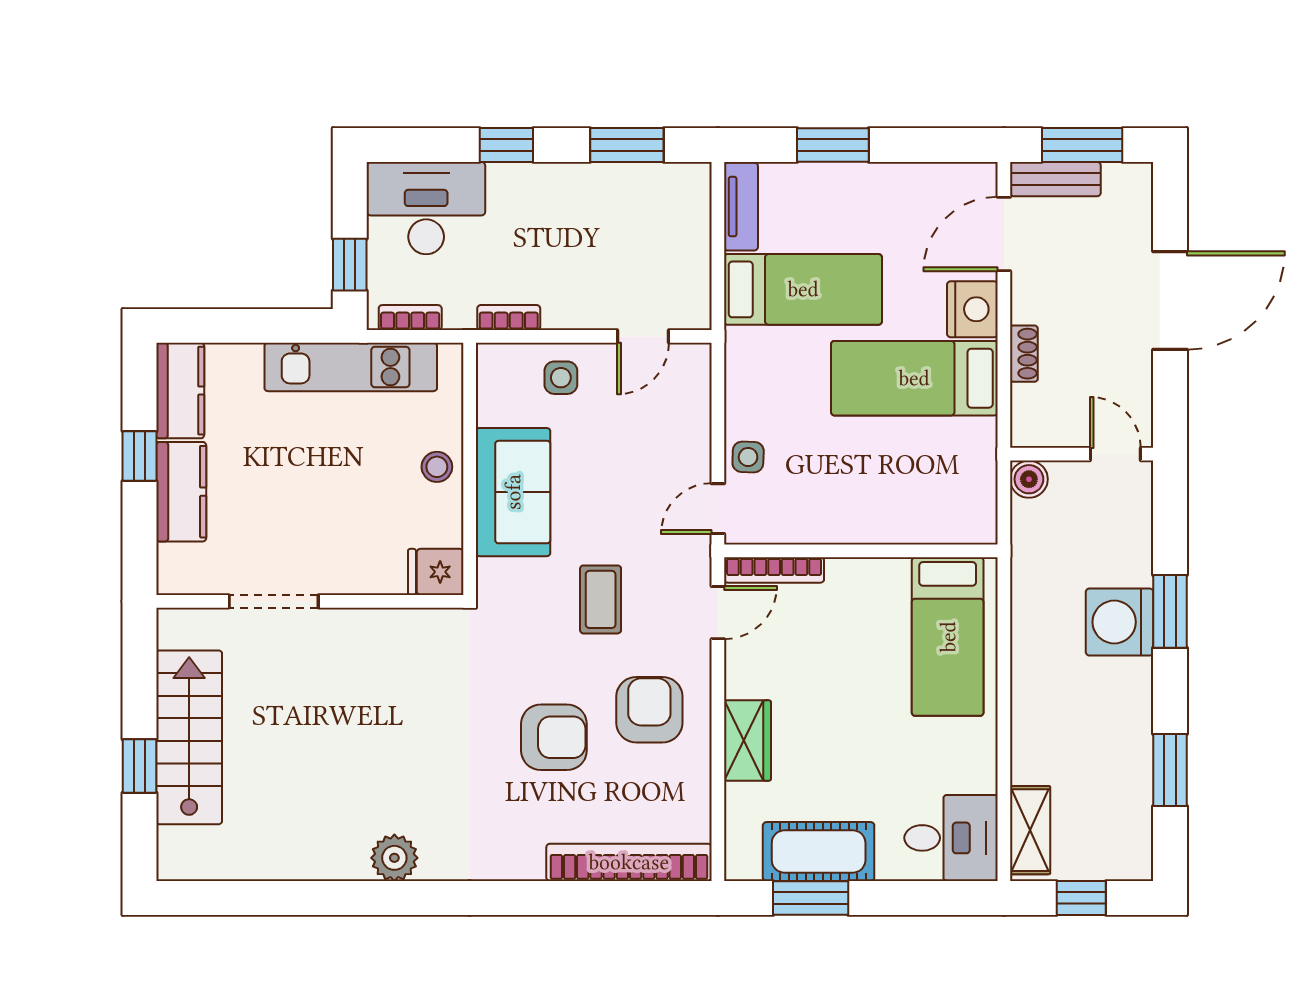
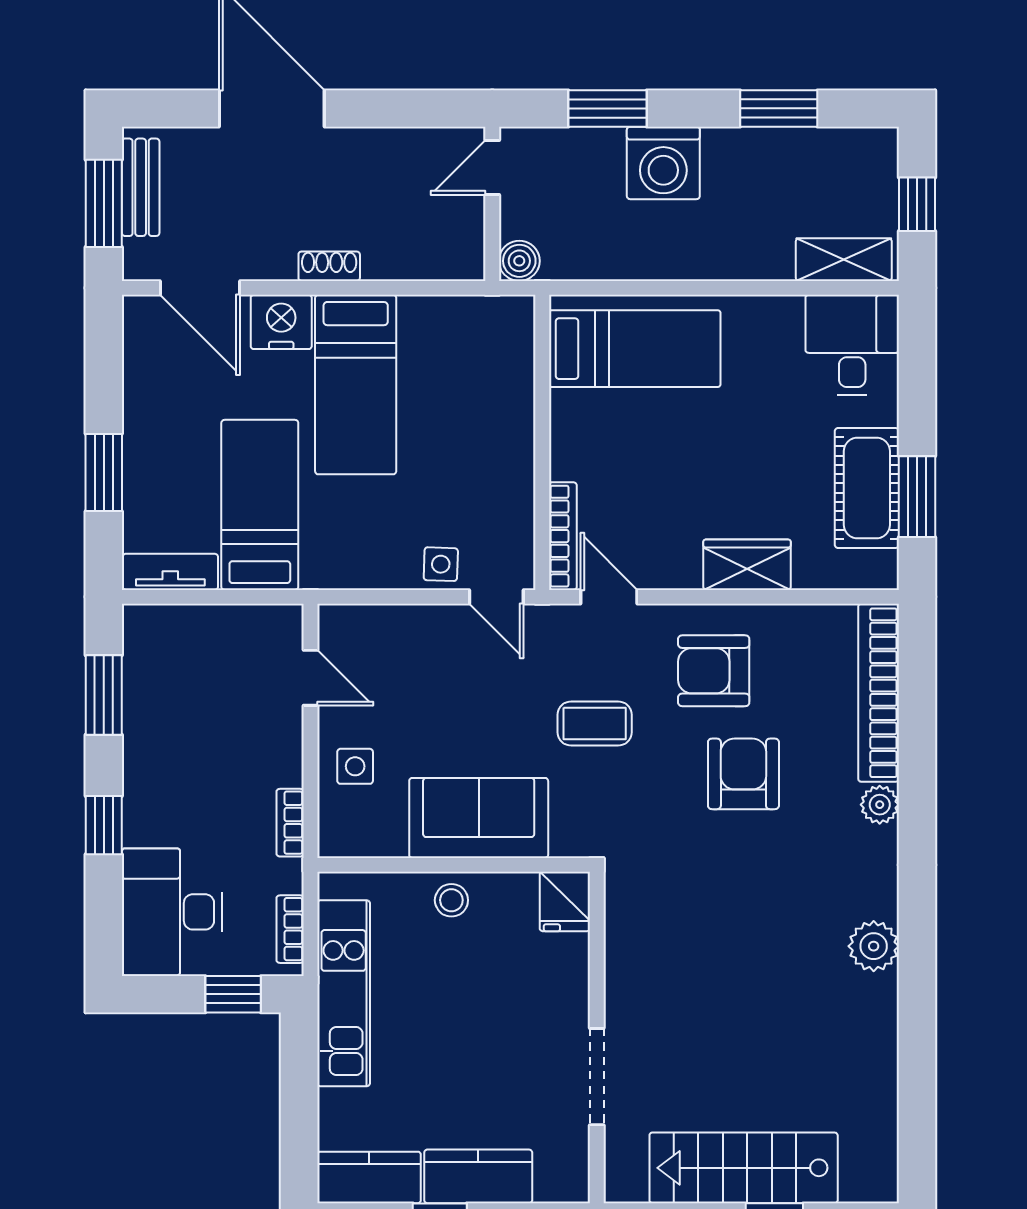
bench: (1055, 179) -> (141, 187), moved
wall: (1082, 454) -> (492, 204), moved
door: (1115, 454) -> (492, 168), moved
boiler: (1029, 479) -> (519, 261), moved
washing machine: (1120, 622) -> (663, 163), moved
plant: (525, 863) -> (880, 805), added

